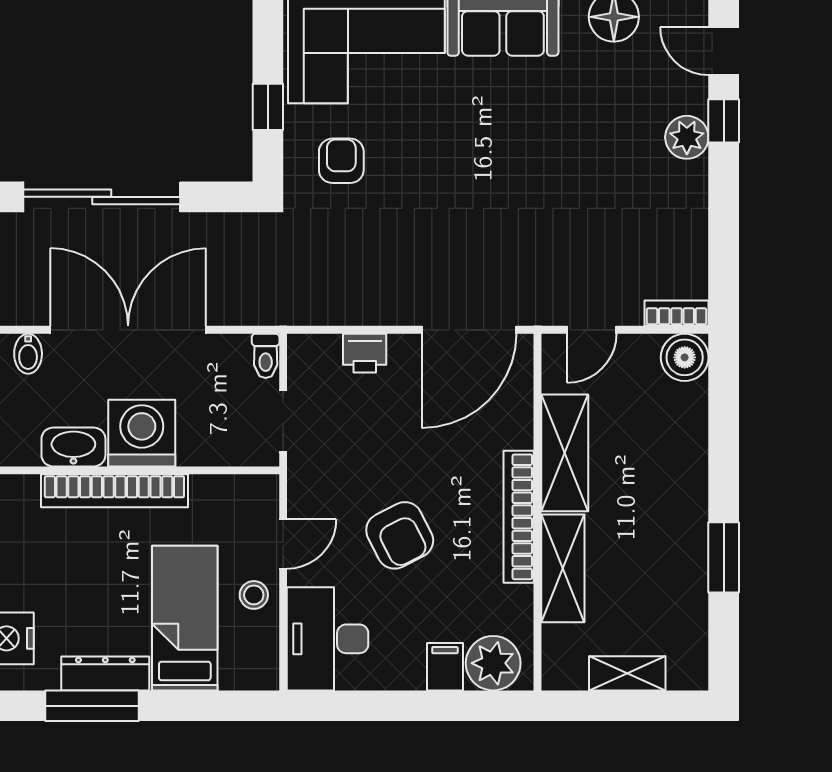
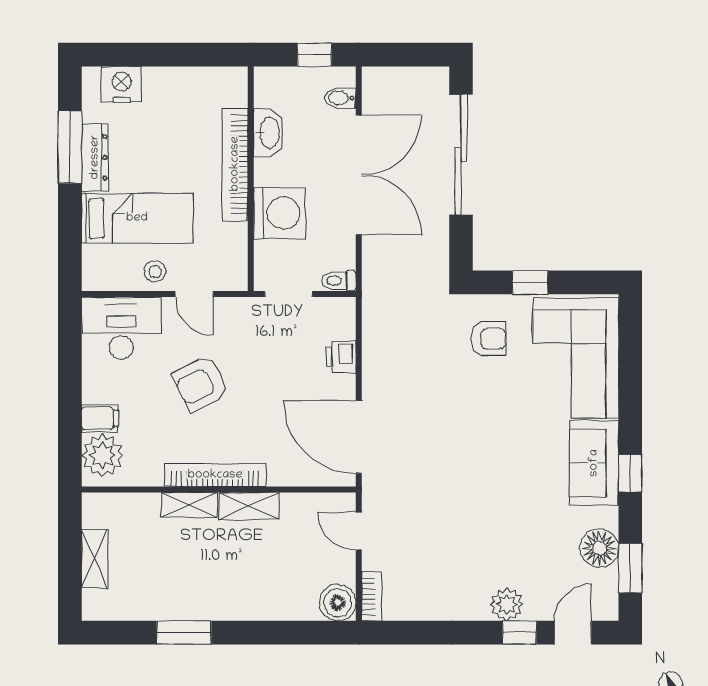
washing machine: (142, 433) -> (279, 213), moved
shelving: (565, 453) -> (249, 506), width x0.67, depth x0.75
shelving: (563, 568) -> (189, 505), width x0.67, depth x0.75

